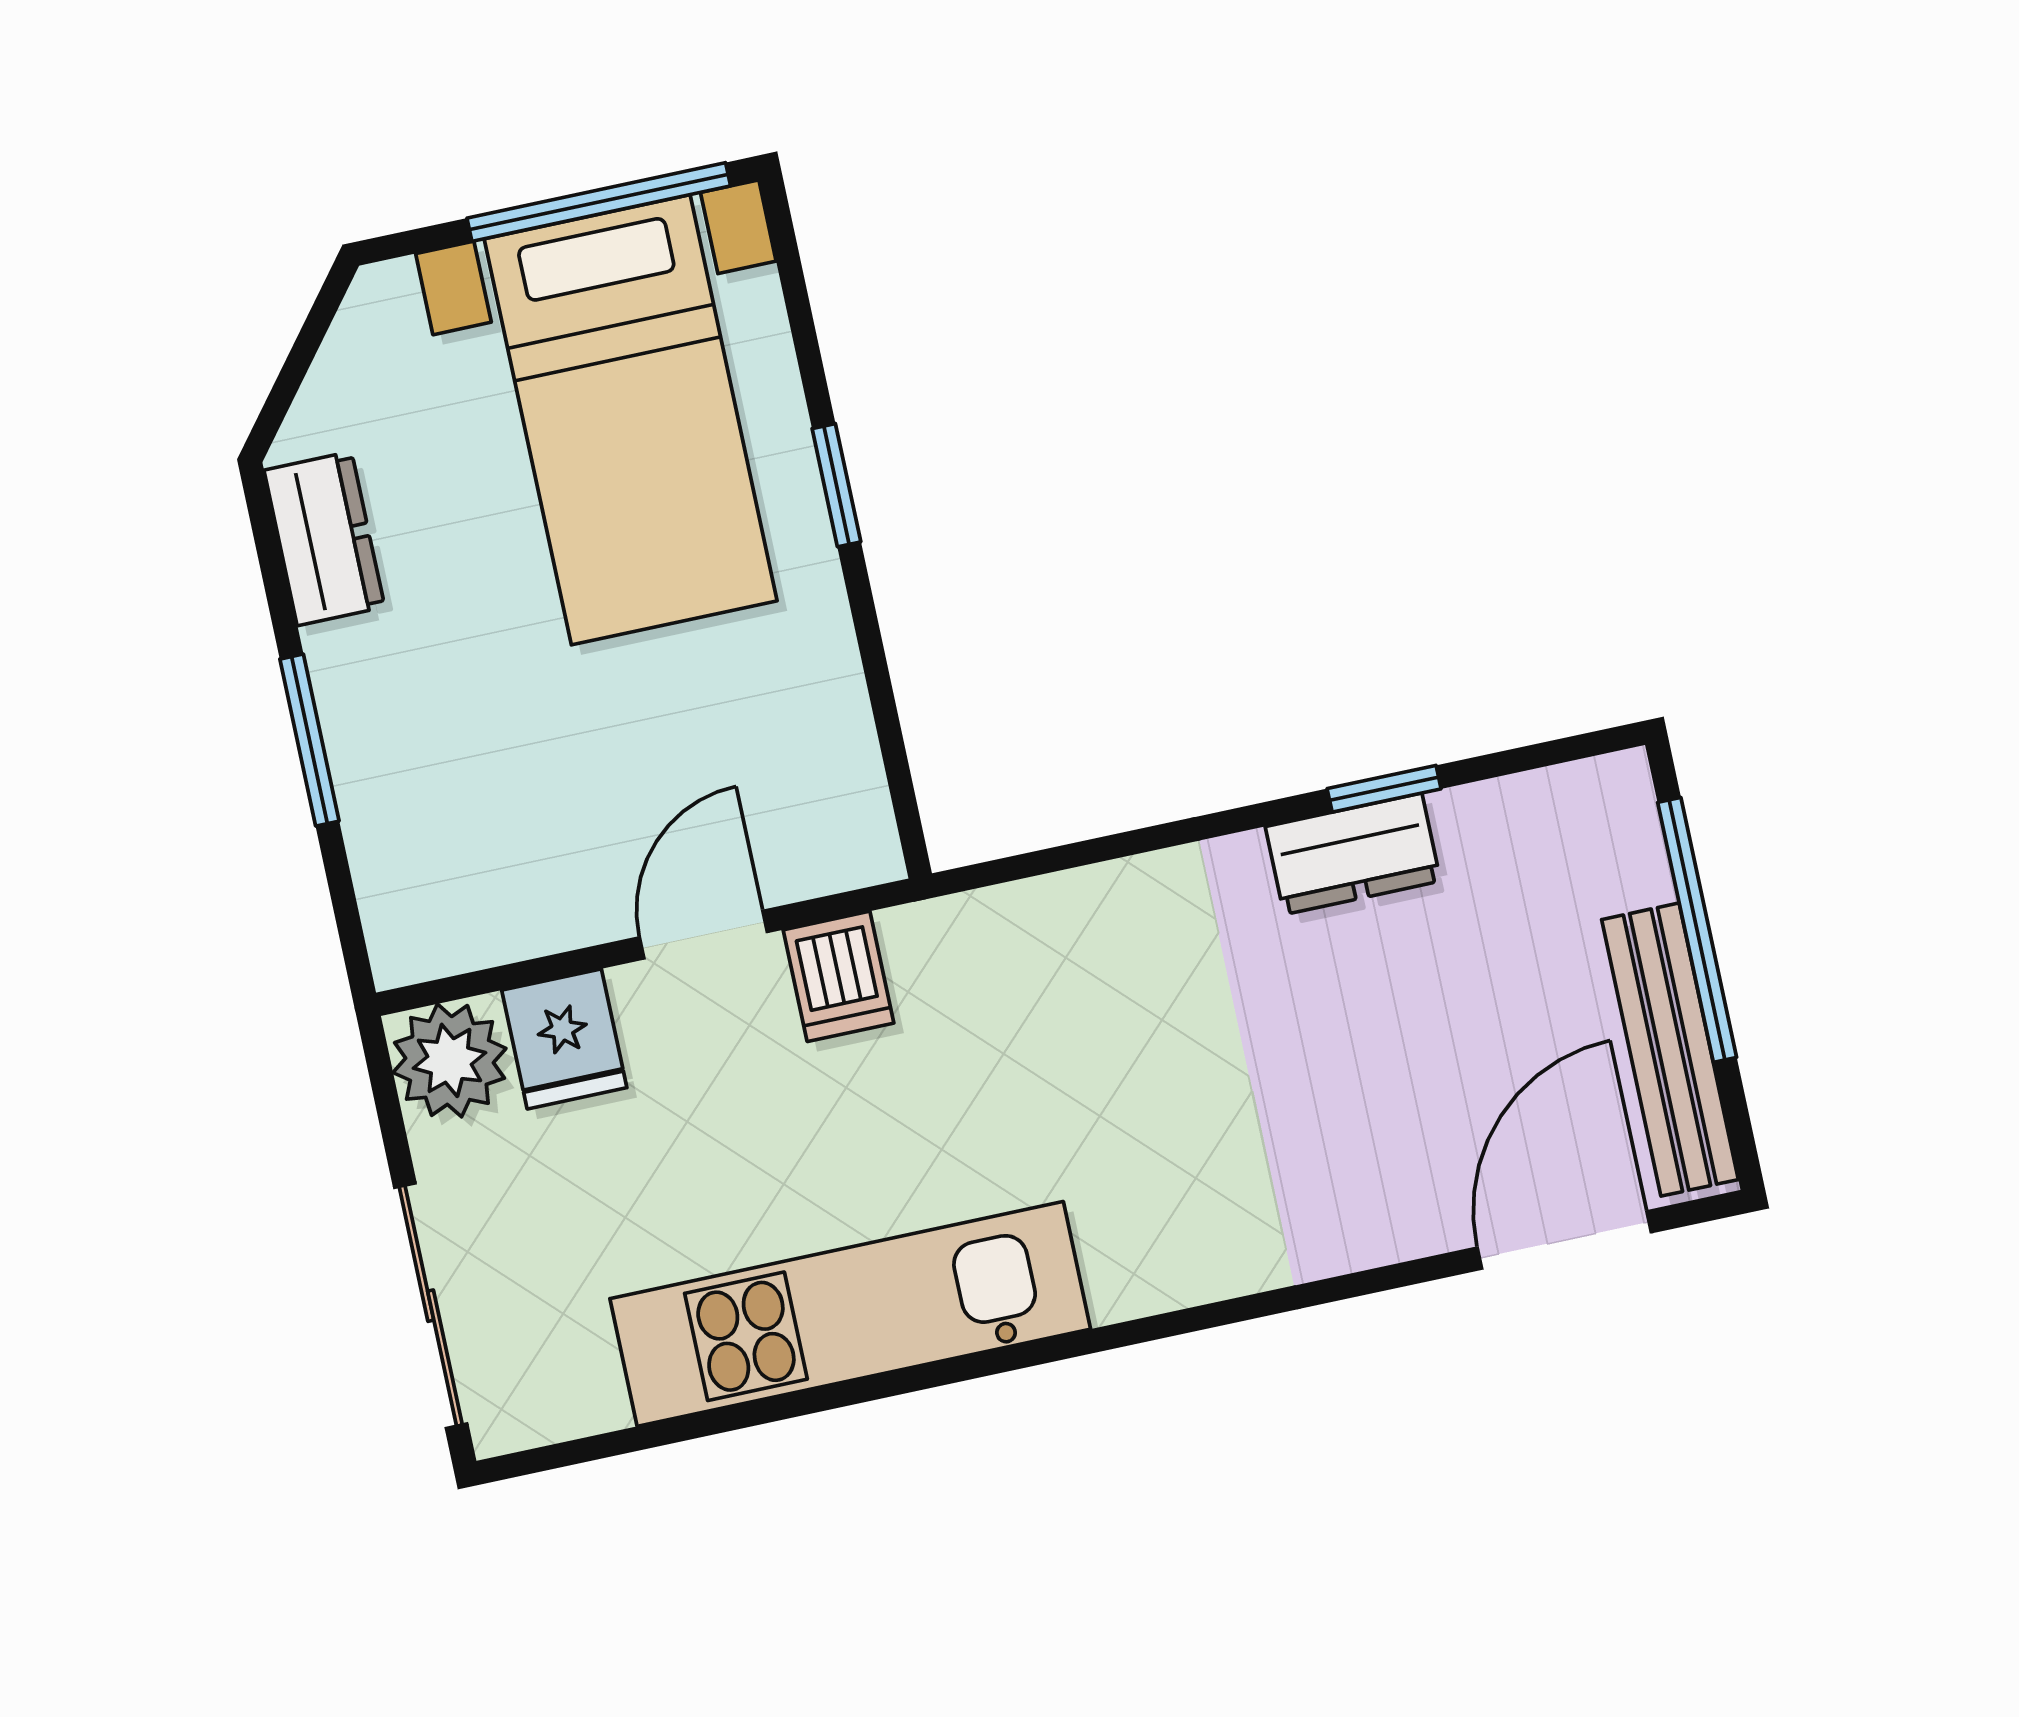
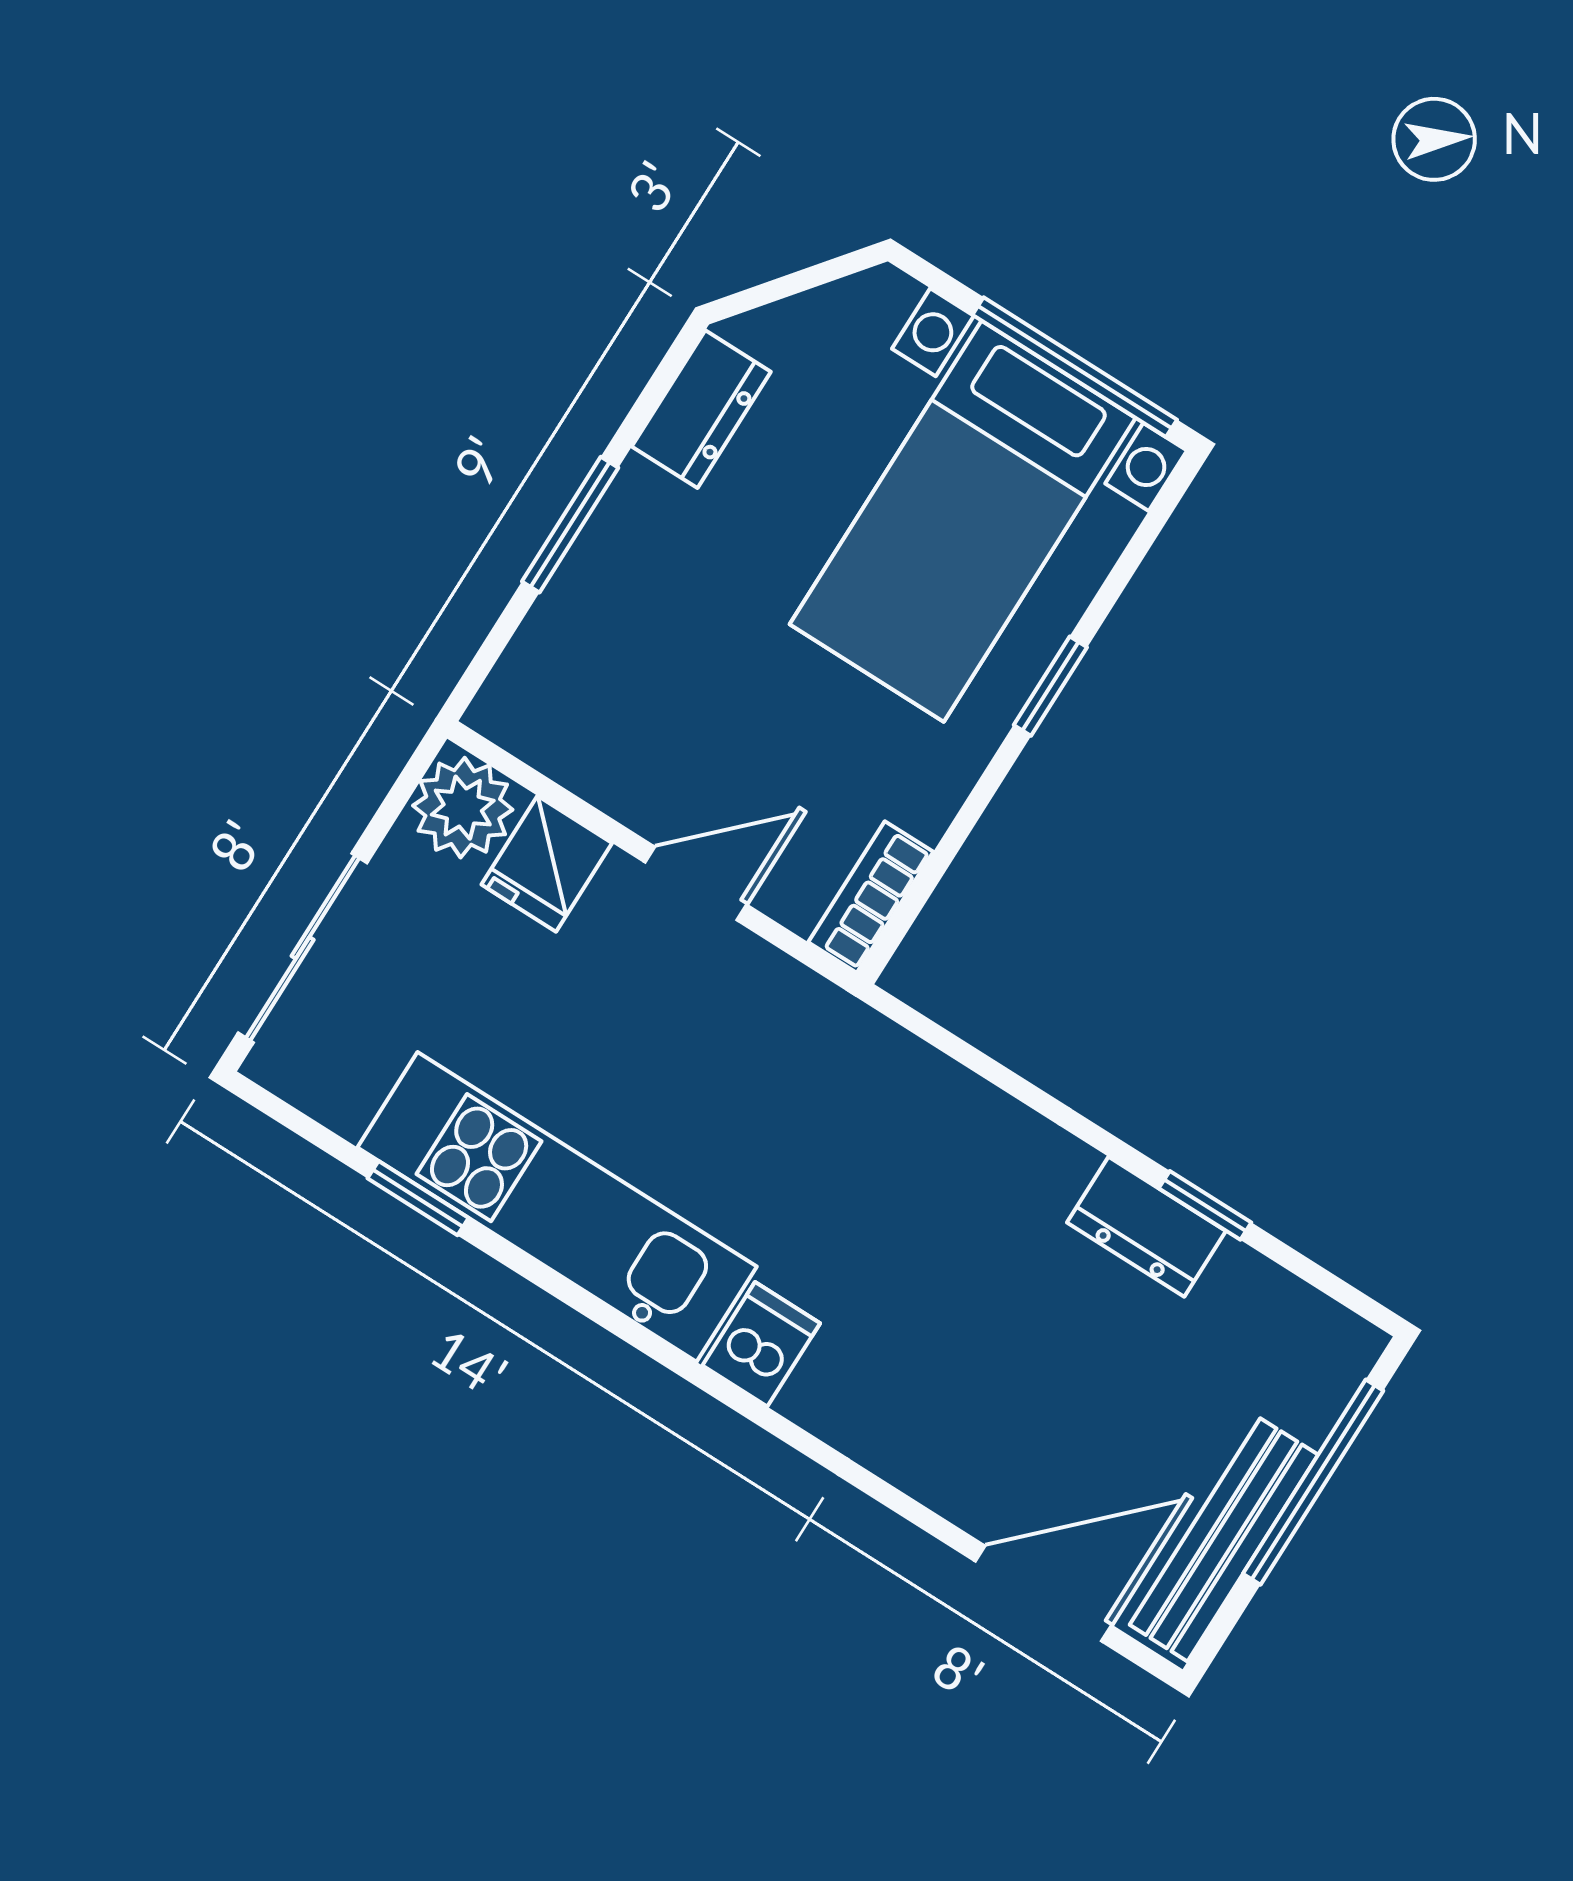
bookcase: (859, 804) -> (871, 897), added
dishwasher: (839, 976) -> (761, 1344), moved, turned 180
window: (728, 1419) -> (418, 1198), added

